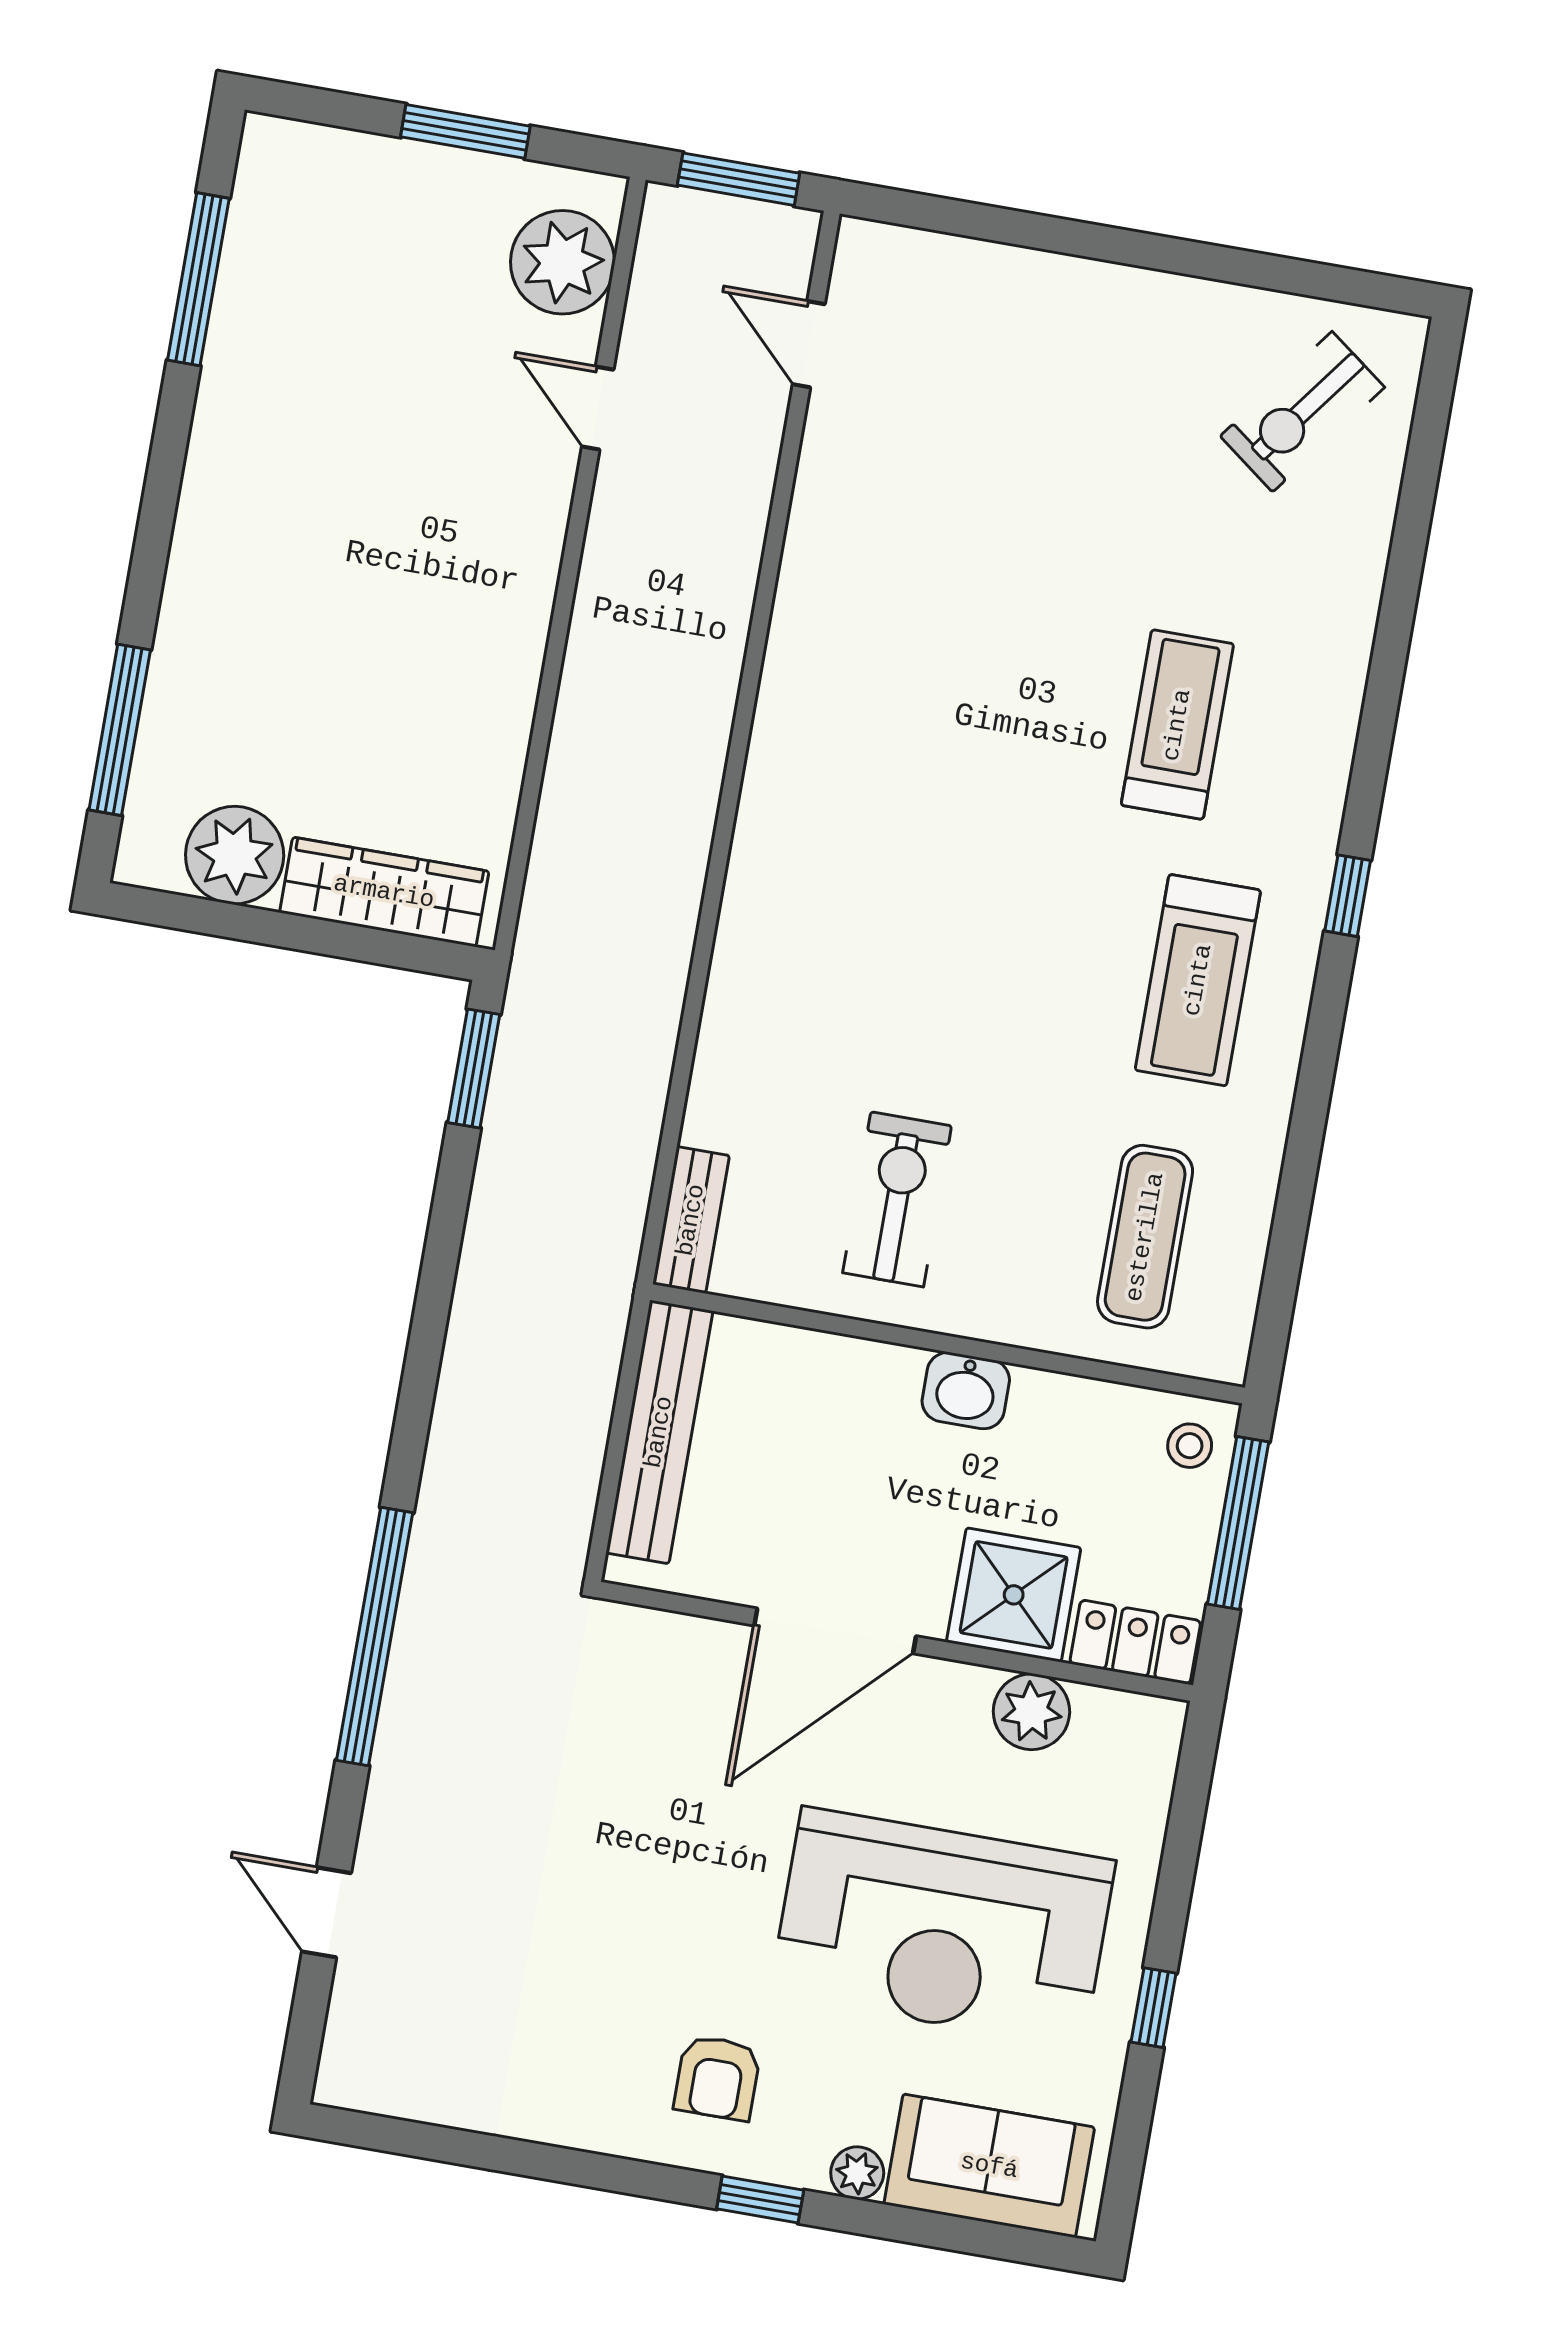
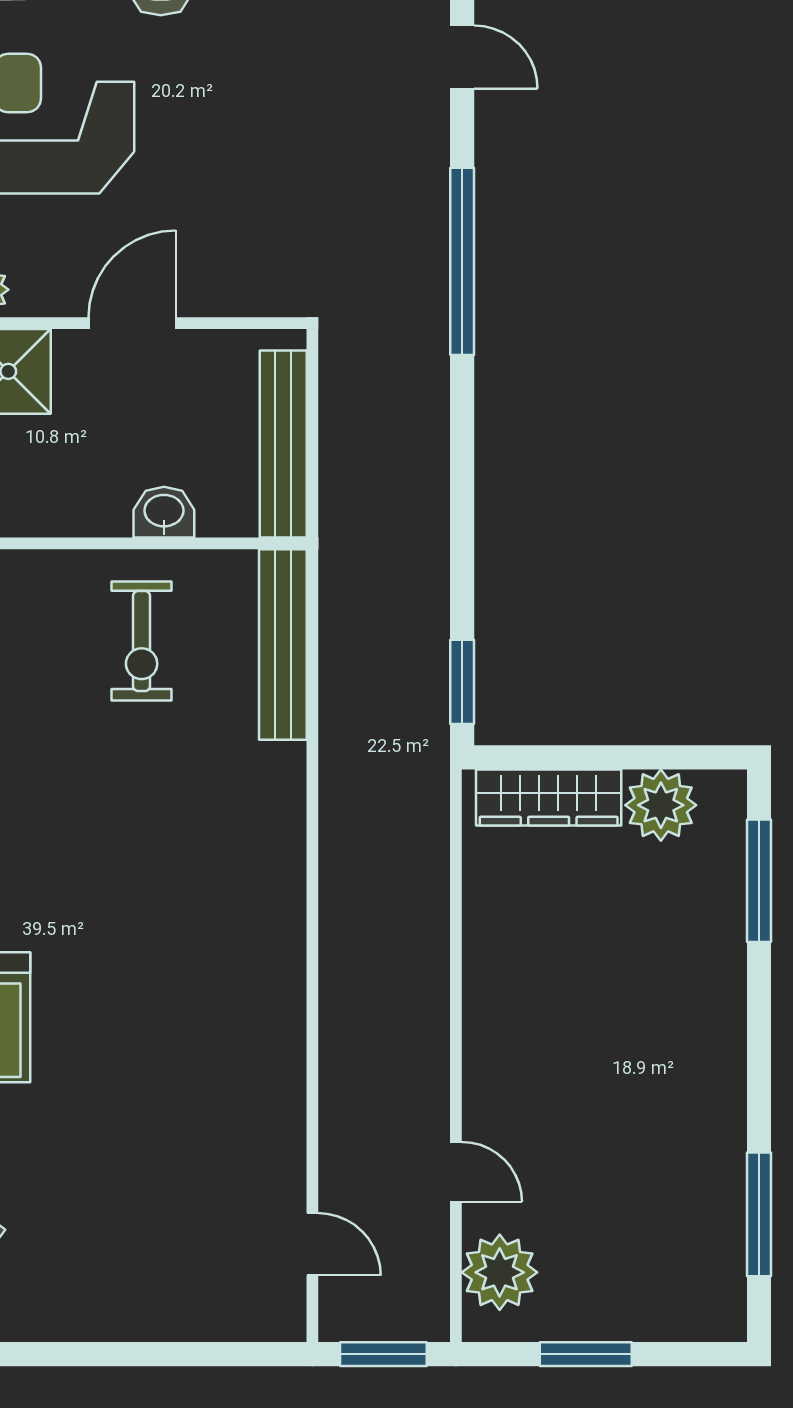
bench: (691, 1220) -> (283, 645), width x1.86, depth x1.21
washbasin: (966, 1391) -> (164, 512), moved
door: (835, 1631) -> (132, 323), width x0.73

